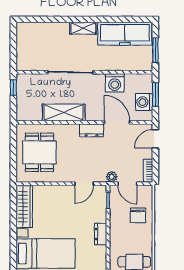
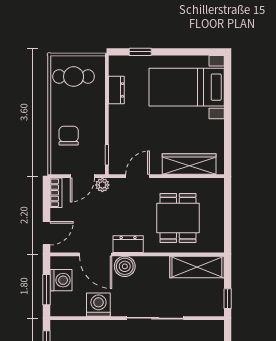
shelving: (64, 112) -> (197, 267), moved
boiler: (94, 113) -> (125, 266), added
dining table: (39, 152) -> (178, 218), moved
door: (127, 184) -> (82, 176), swing flipped
wardrobe: (24, 207) -> (189, 164), moved, turned 90
dresser: (101, 234) -> (116, 90), moved

